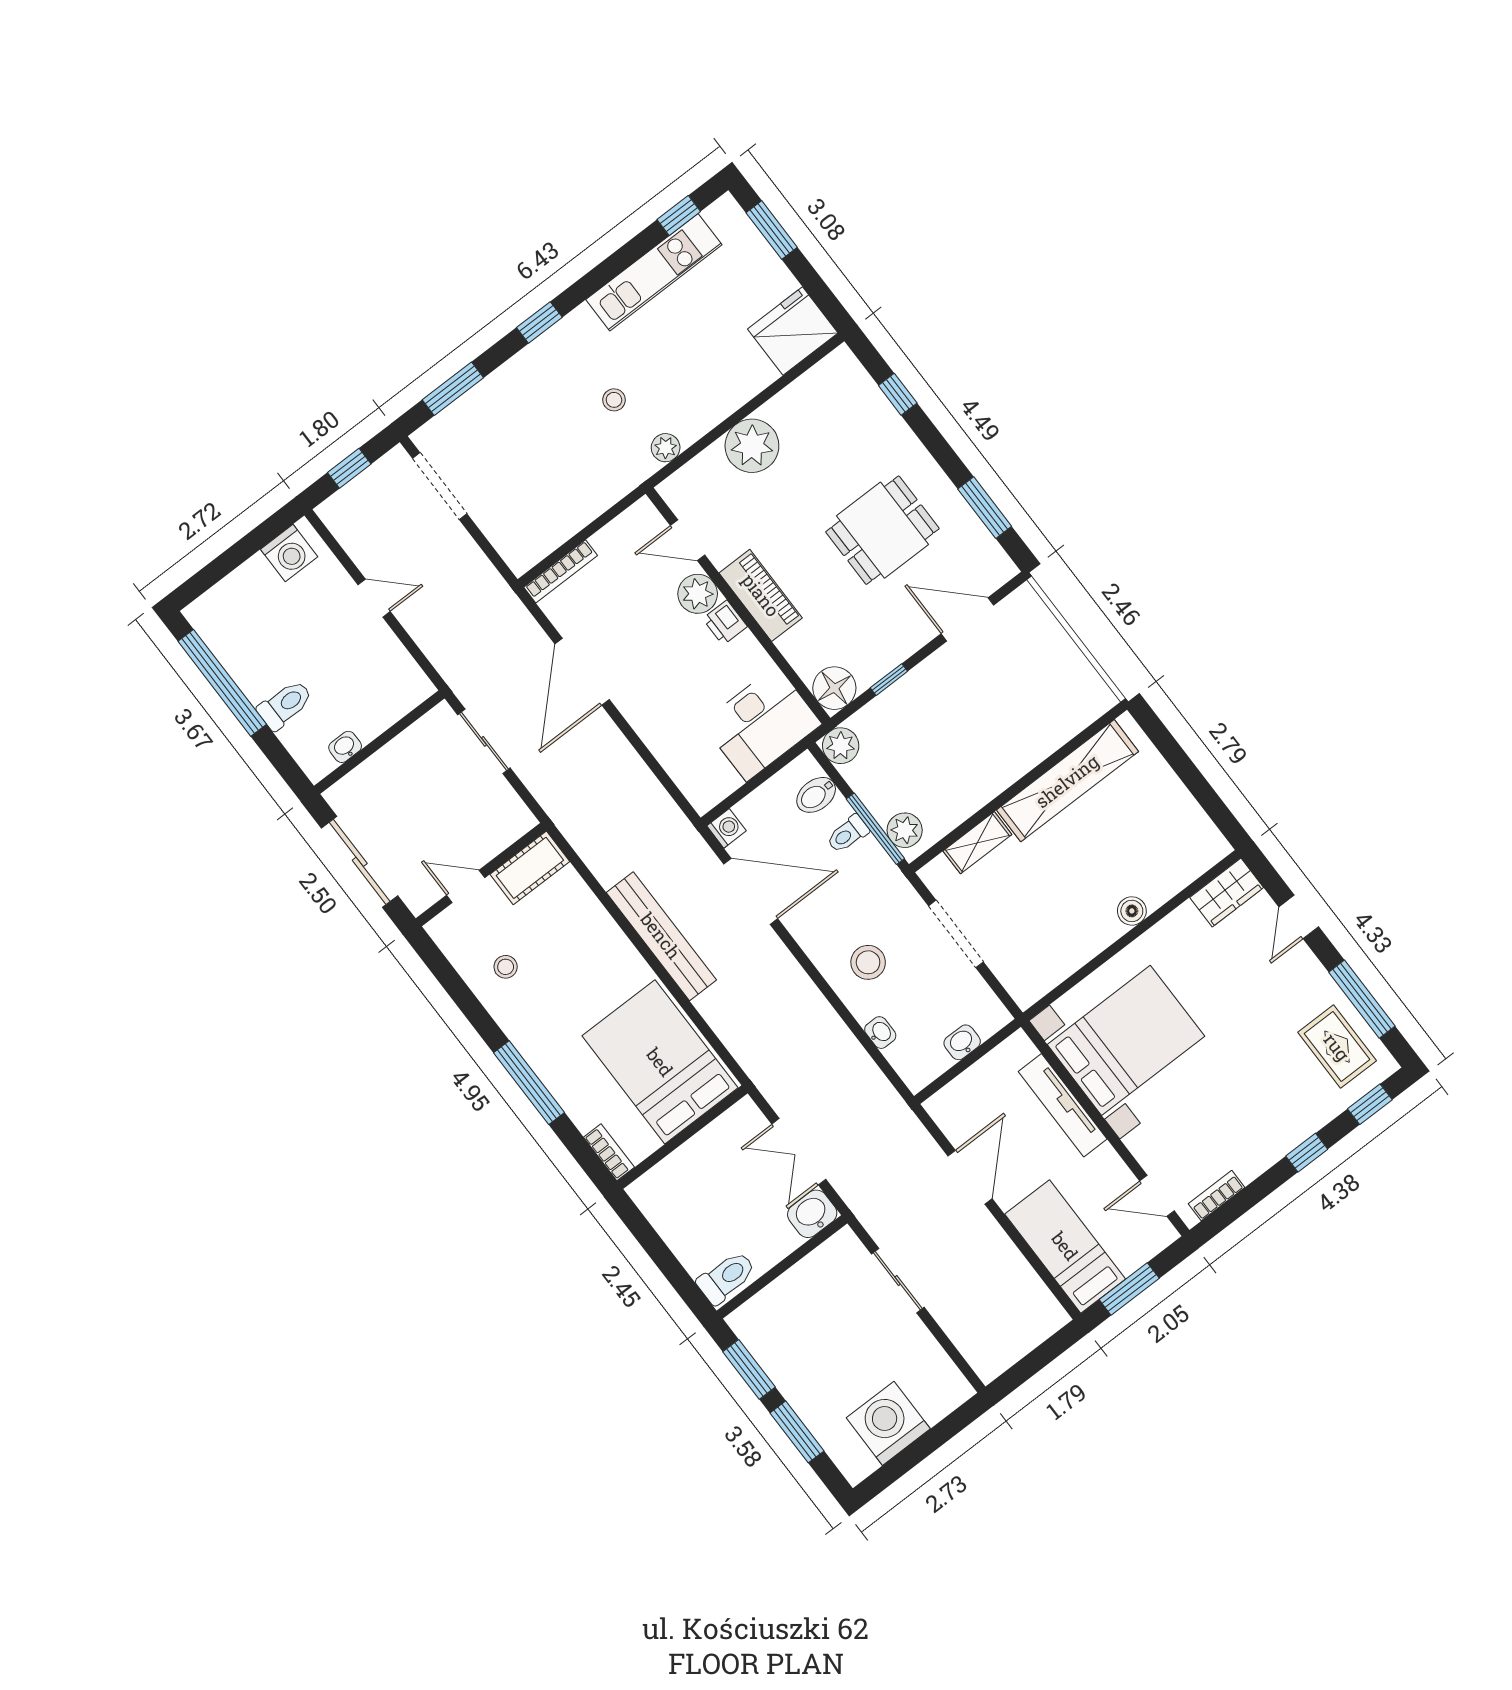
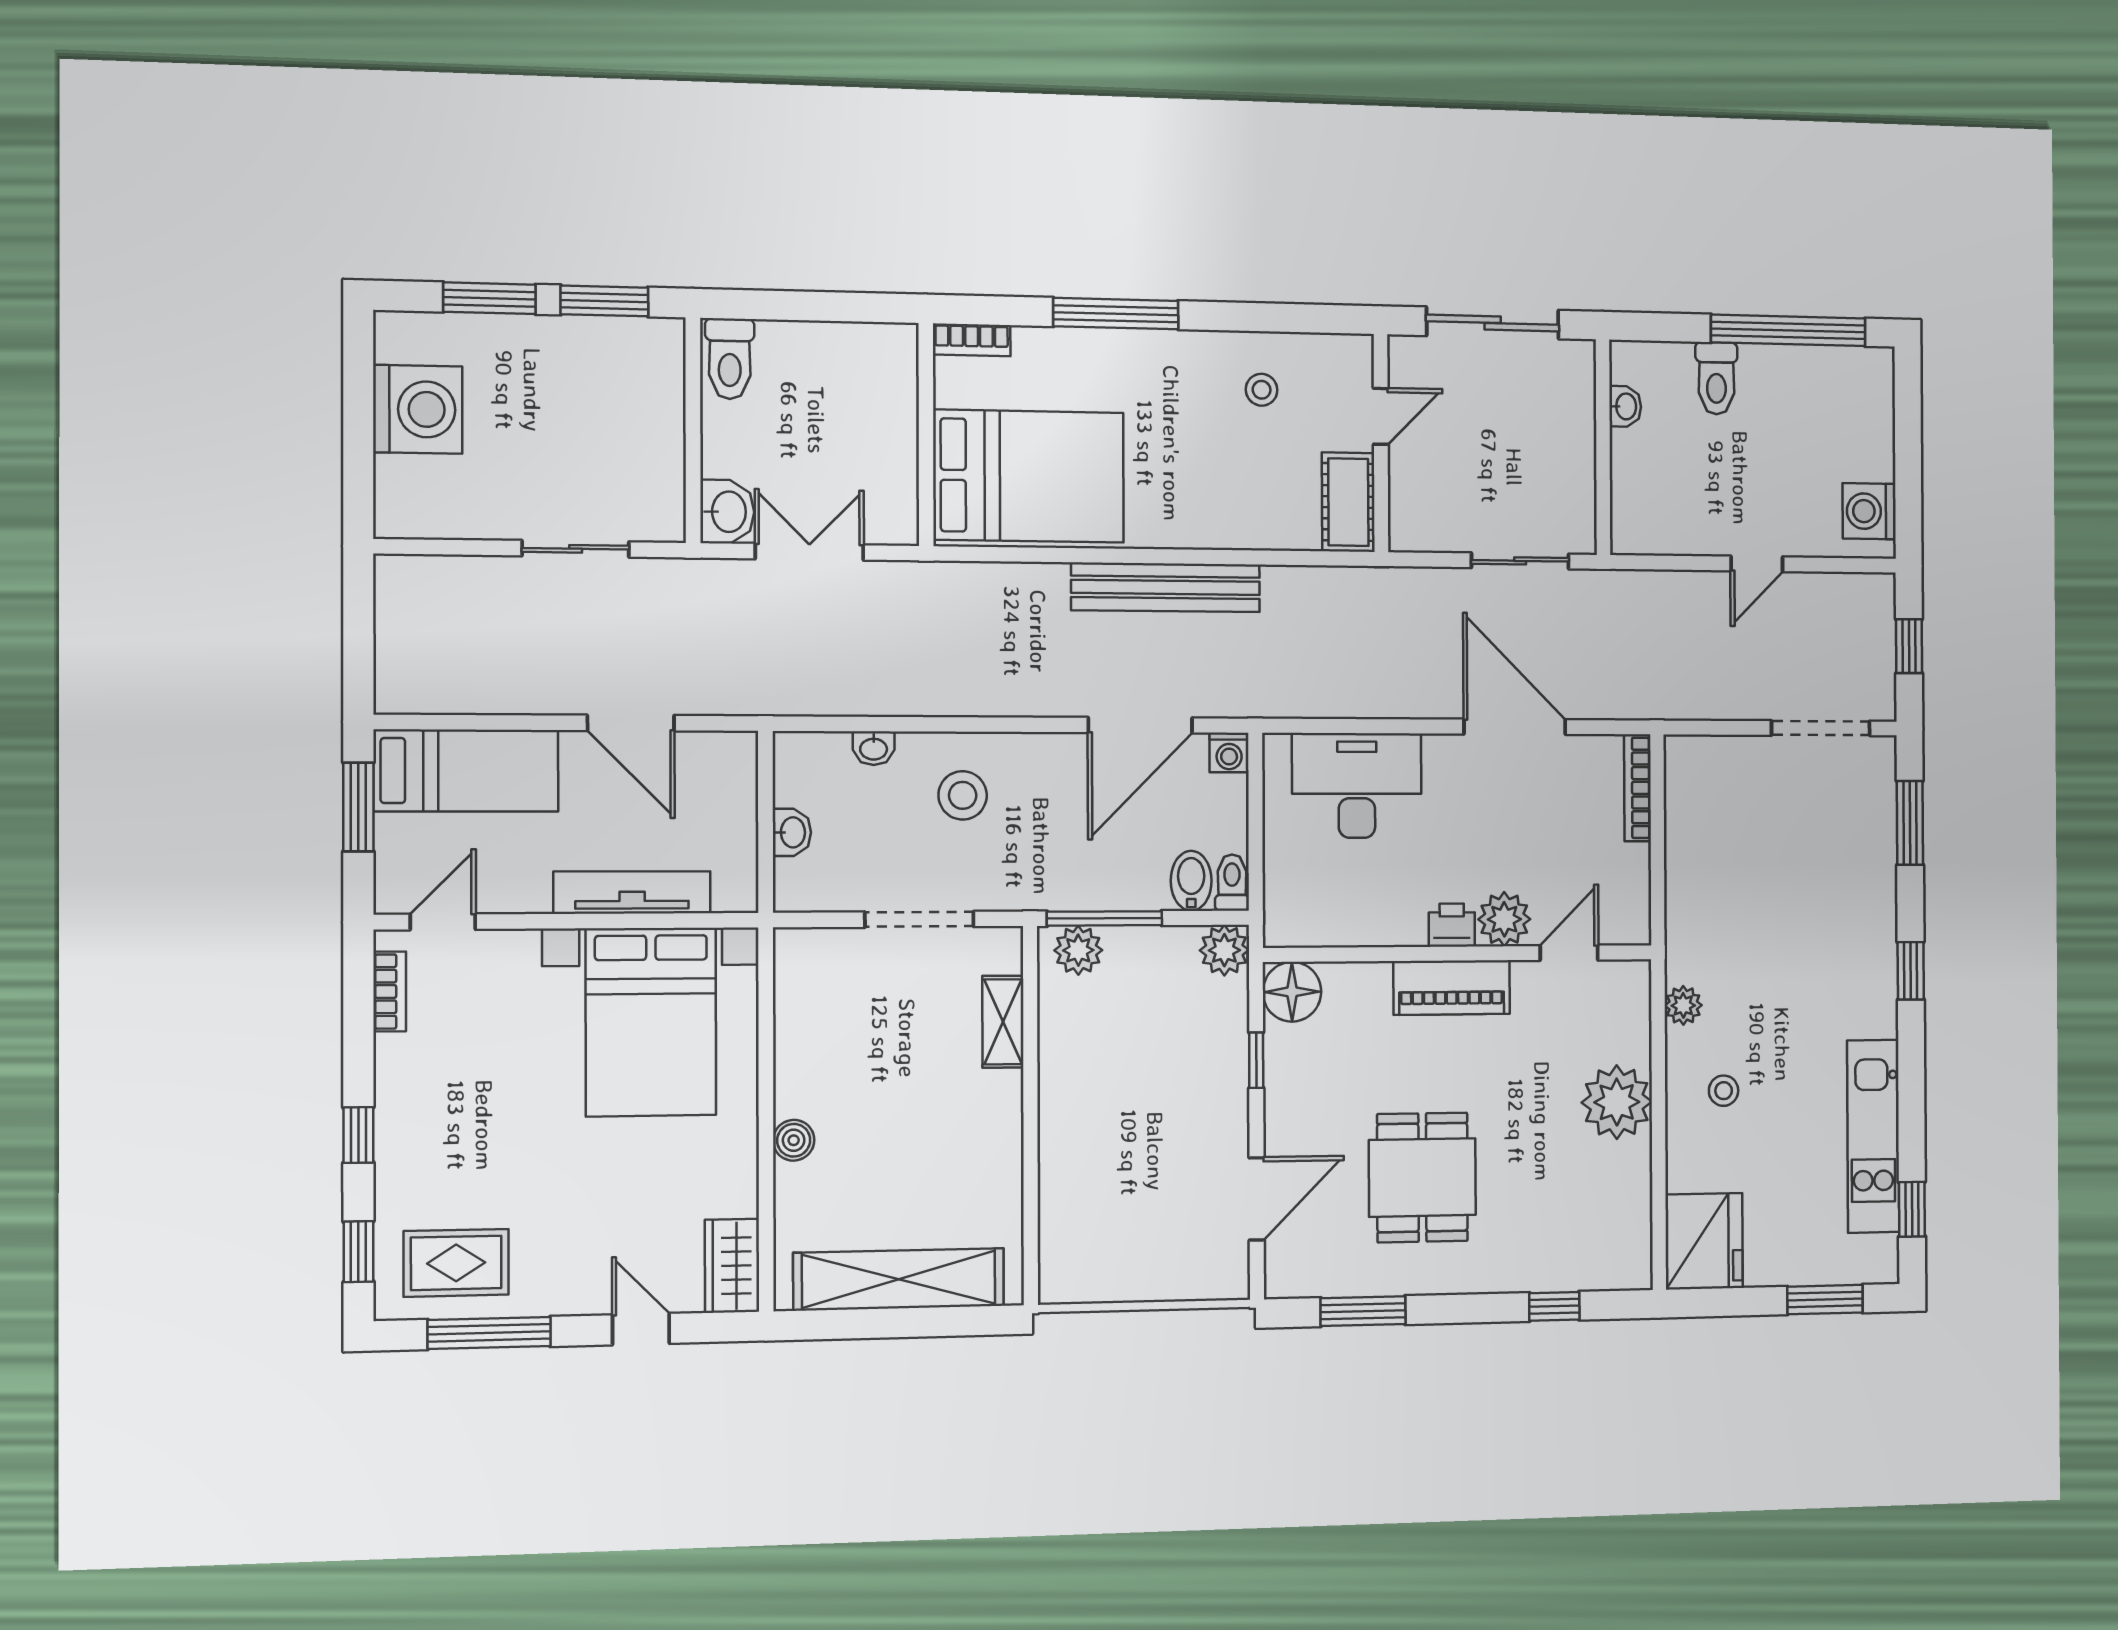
stool: (614, 400) -> (1724, 1091), moved
desk: (762, 724) -> (1357, 786), moved, turned 90
shelving: (1067, 781) -> (899, 1279), moved, turned 90
toilet: (848, 834) -> (1232, 882), moved

